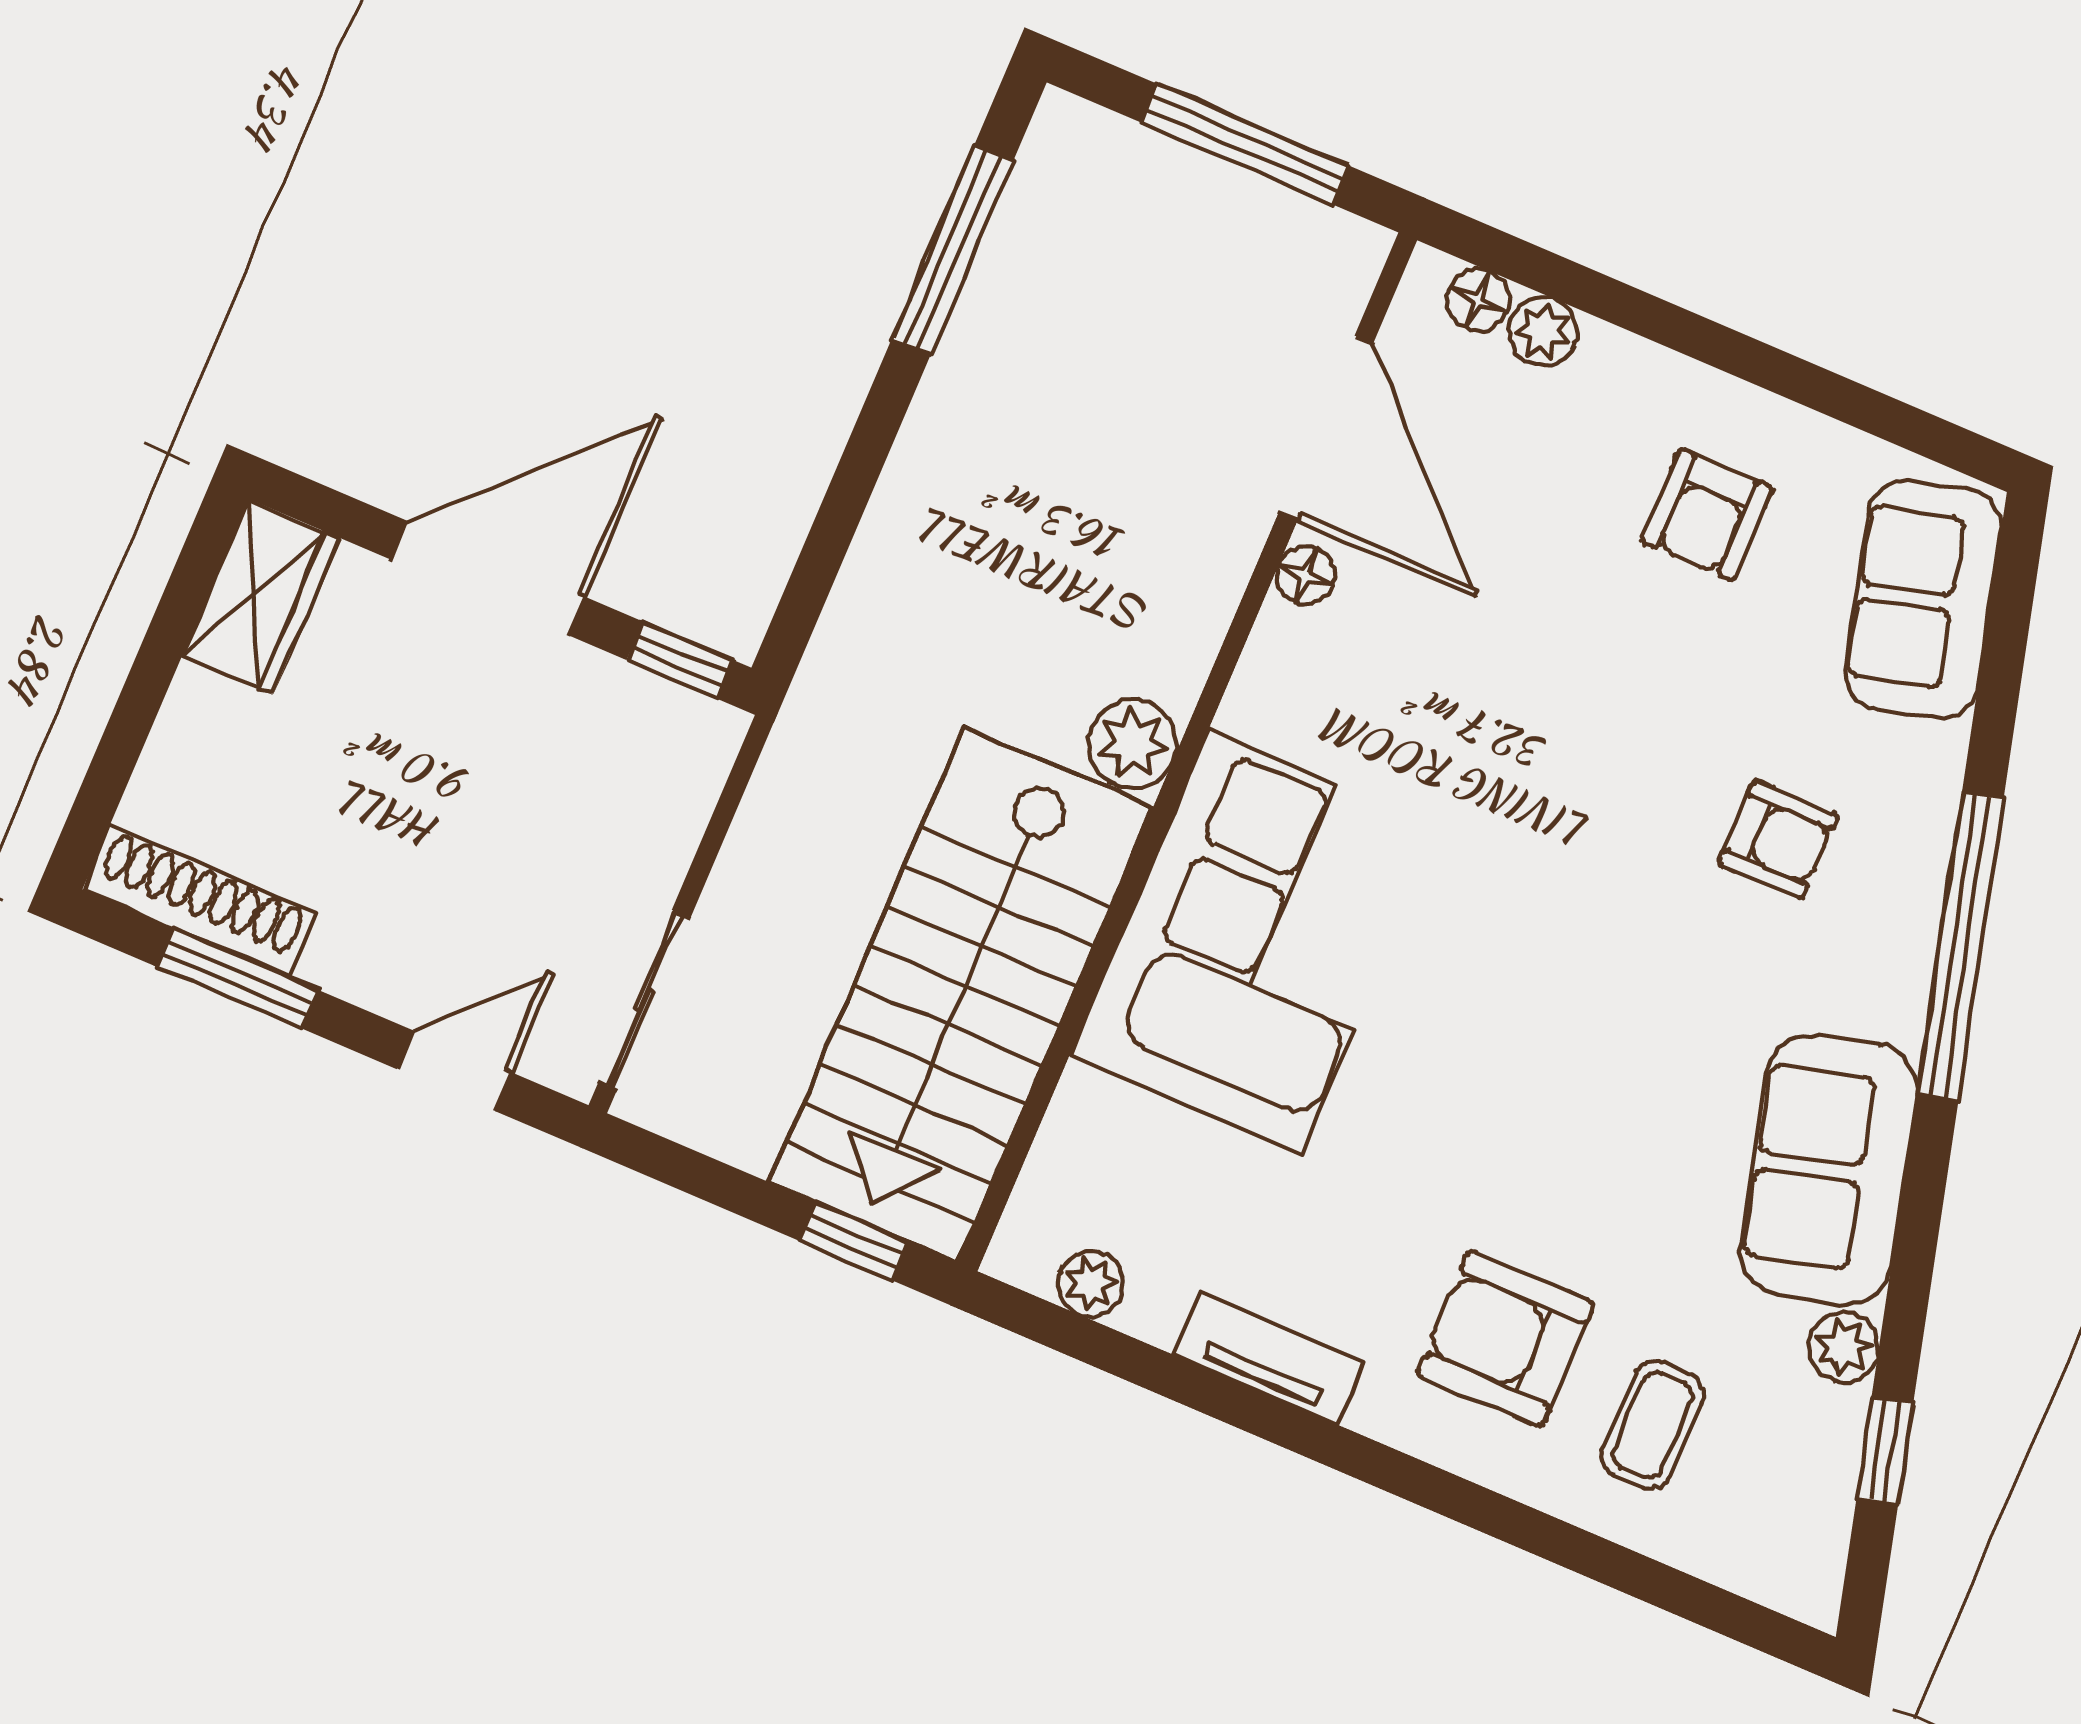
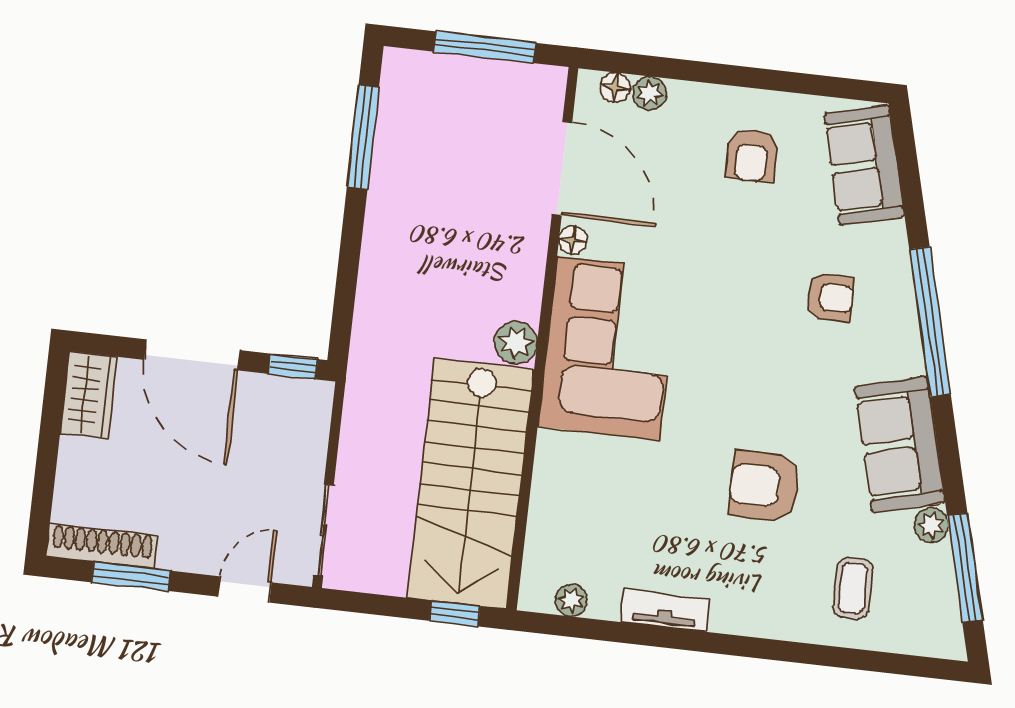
door: (488, 578) -> (192, 355), swing flipped
corner sofa: (1255, 942) -> (608, 348), moved
armchair: (1506, 1339) -> (764, 486), moved
window: (1885, 1451) -> (965, 568), width x2.17

